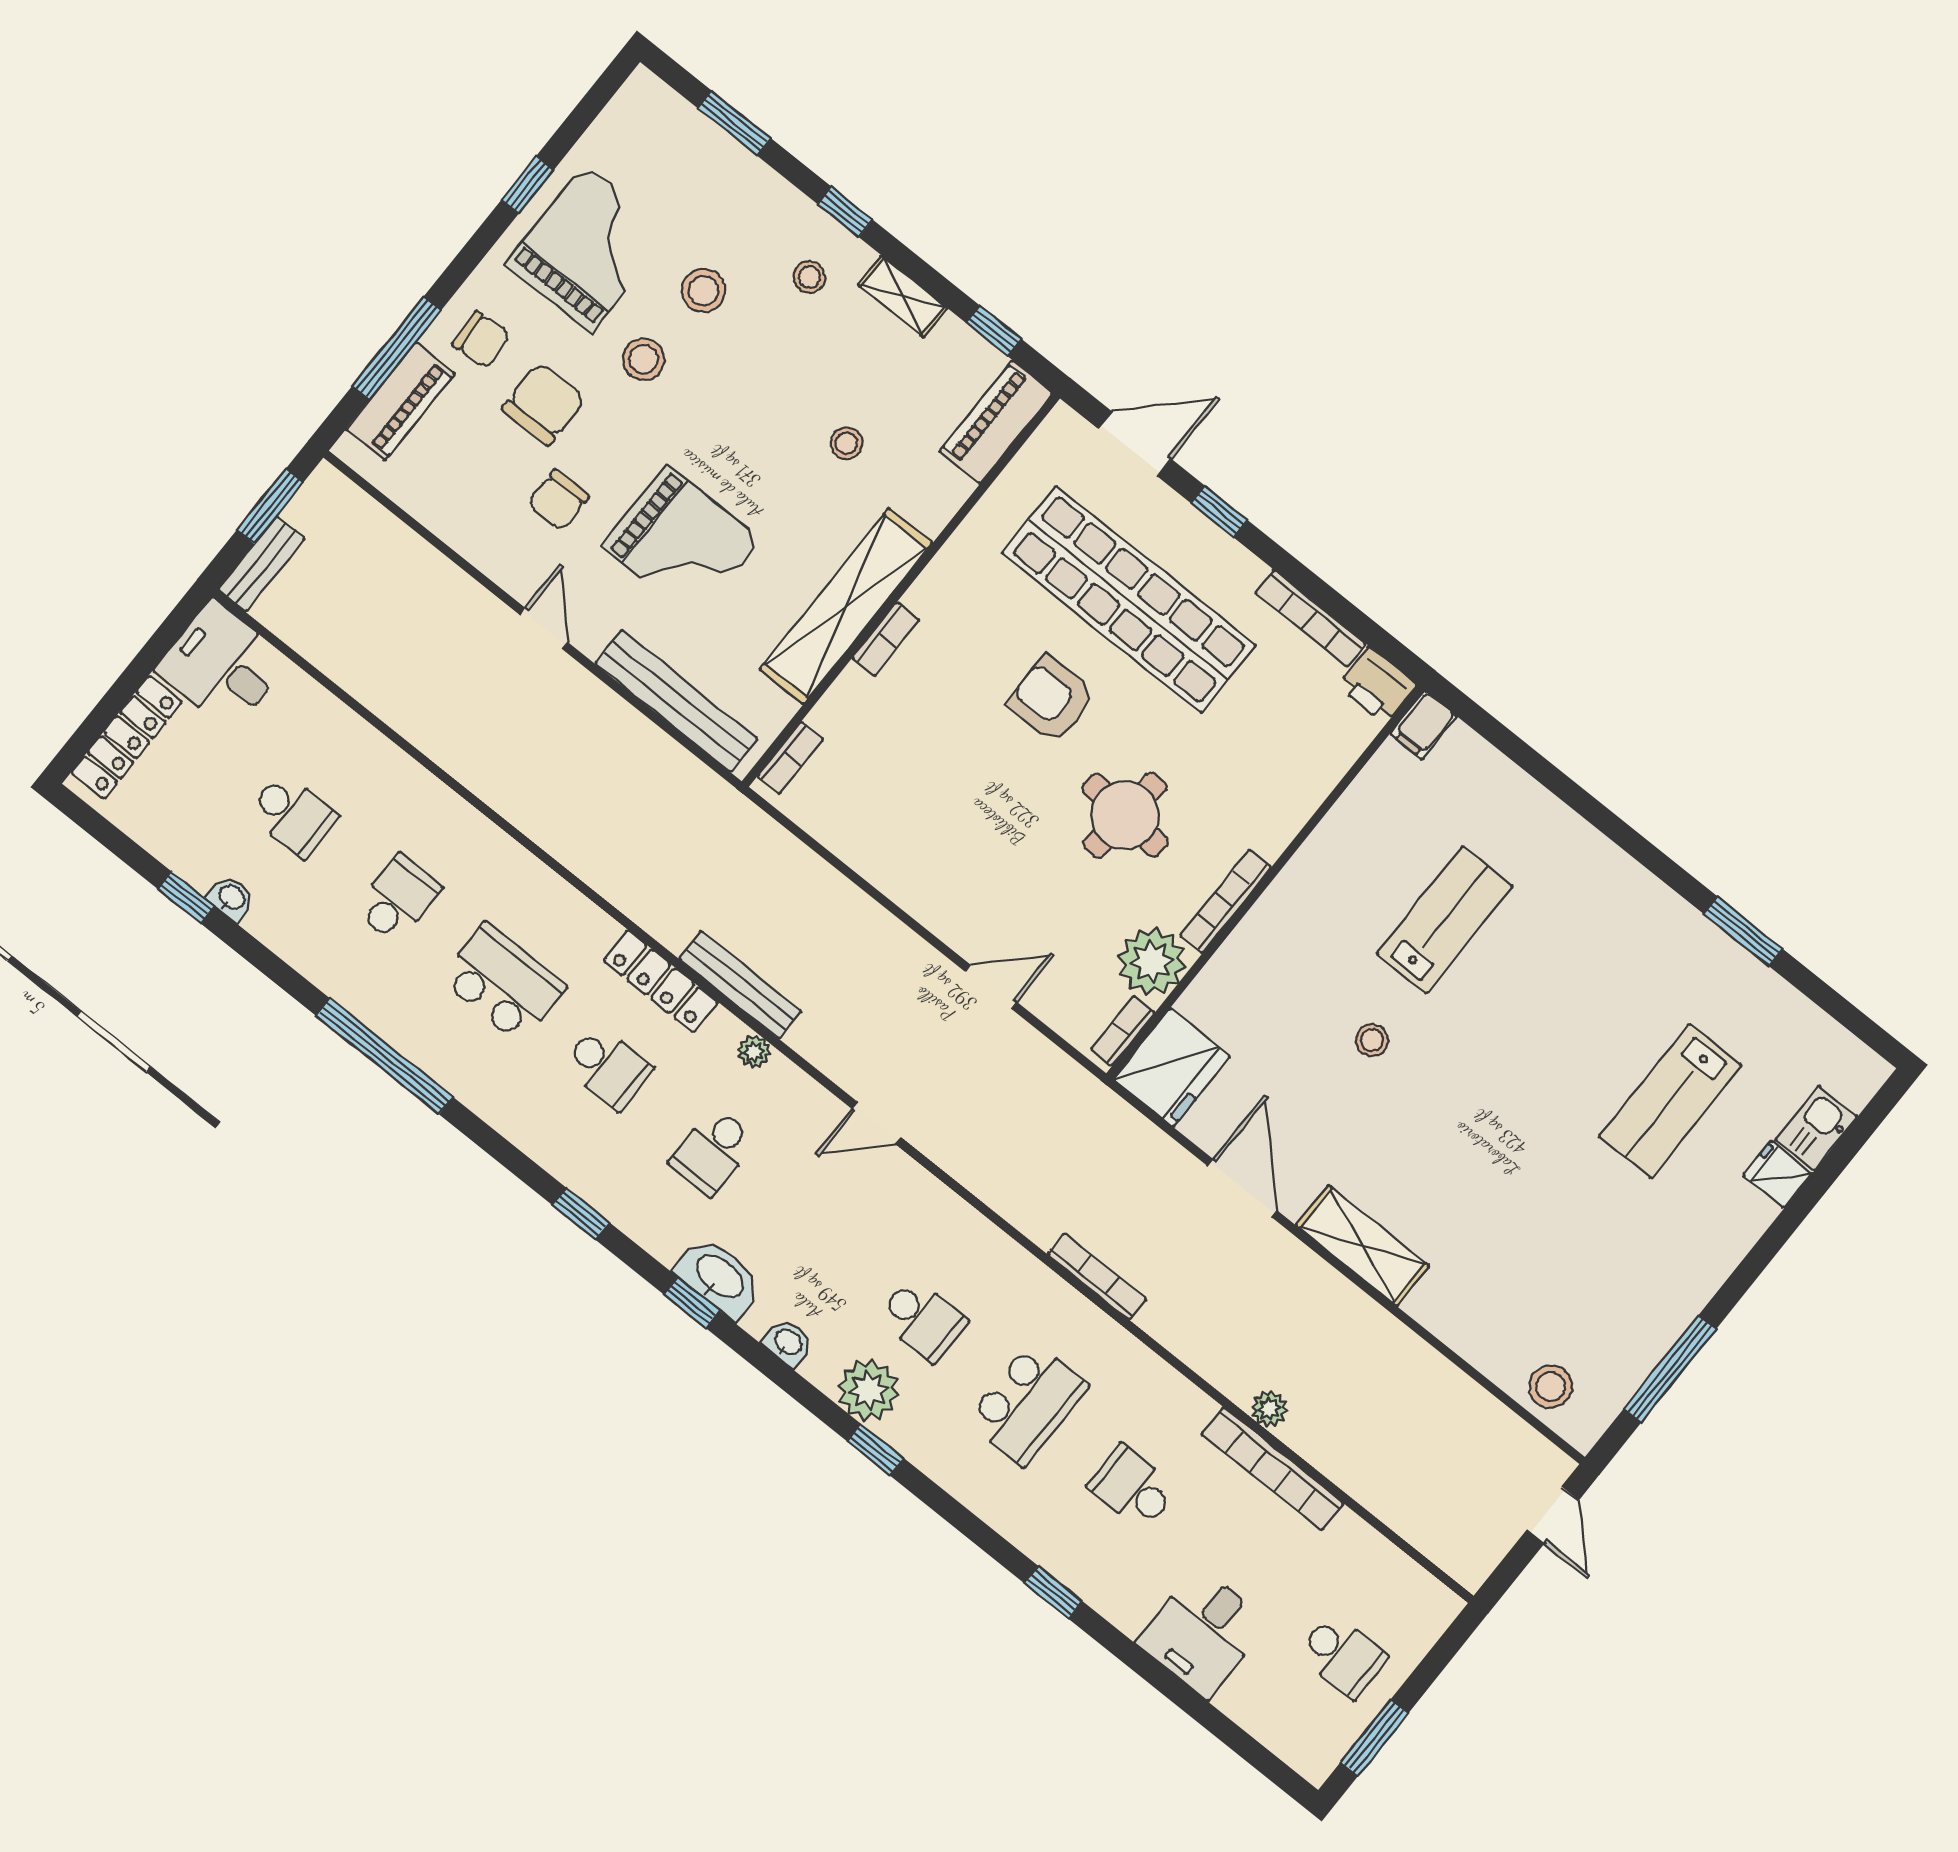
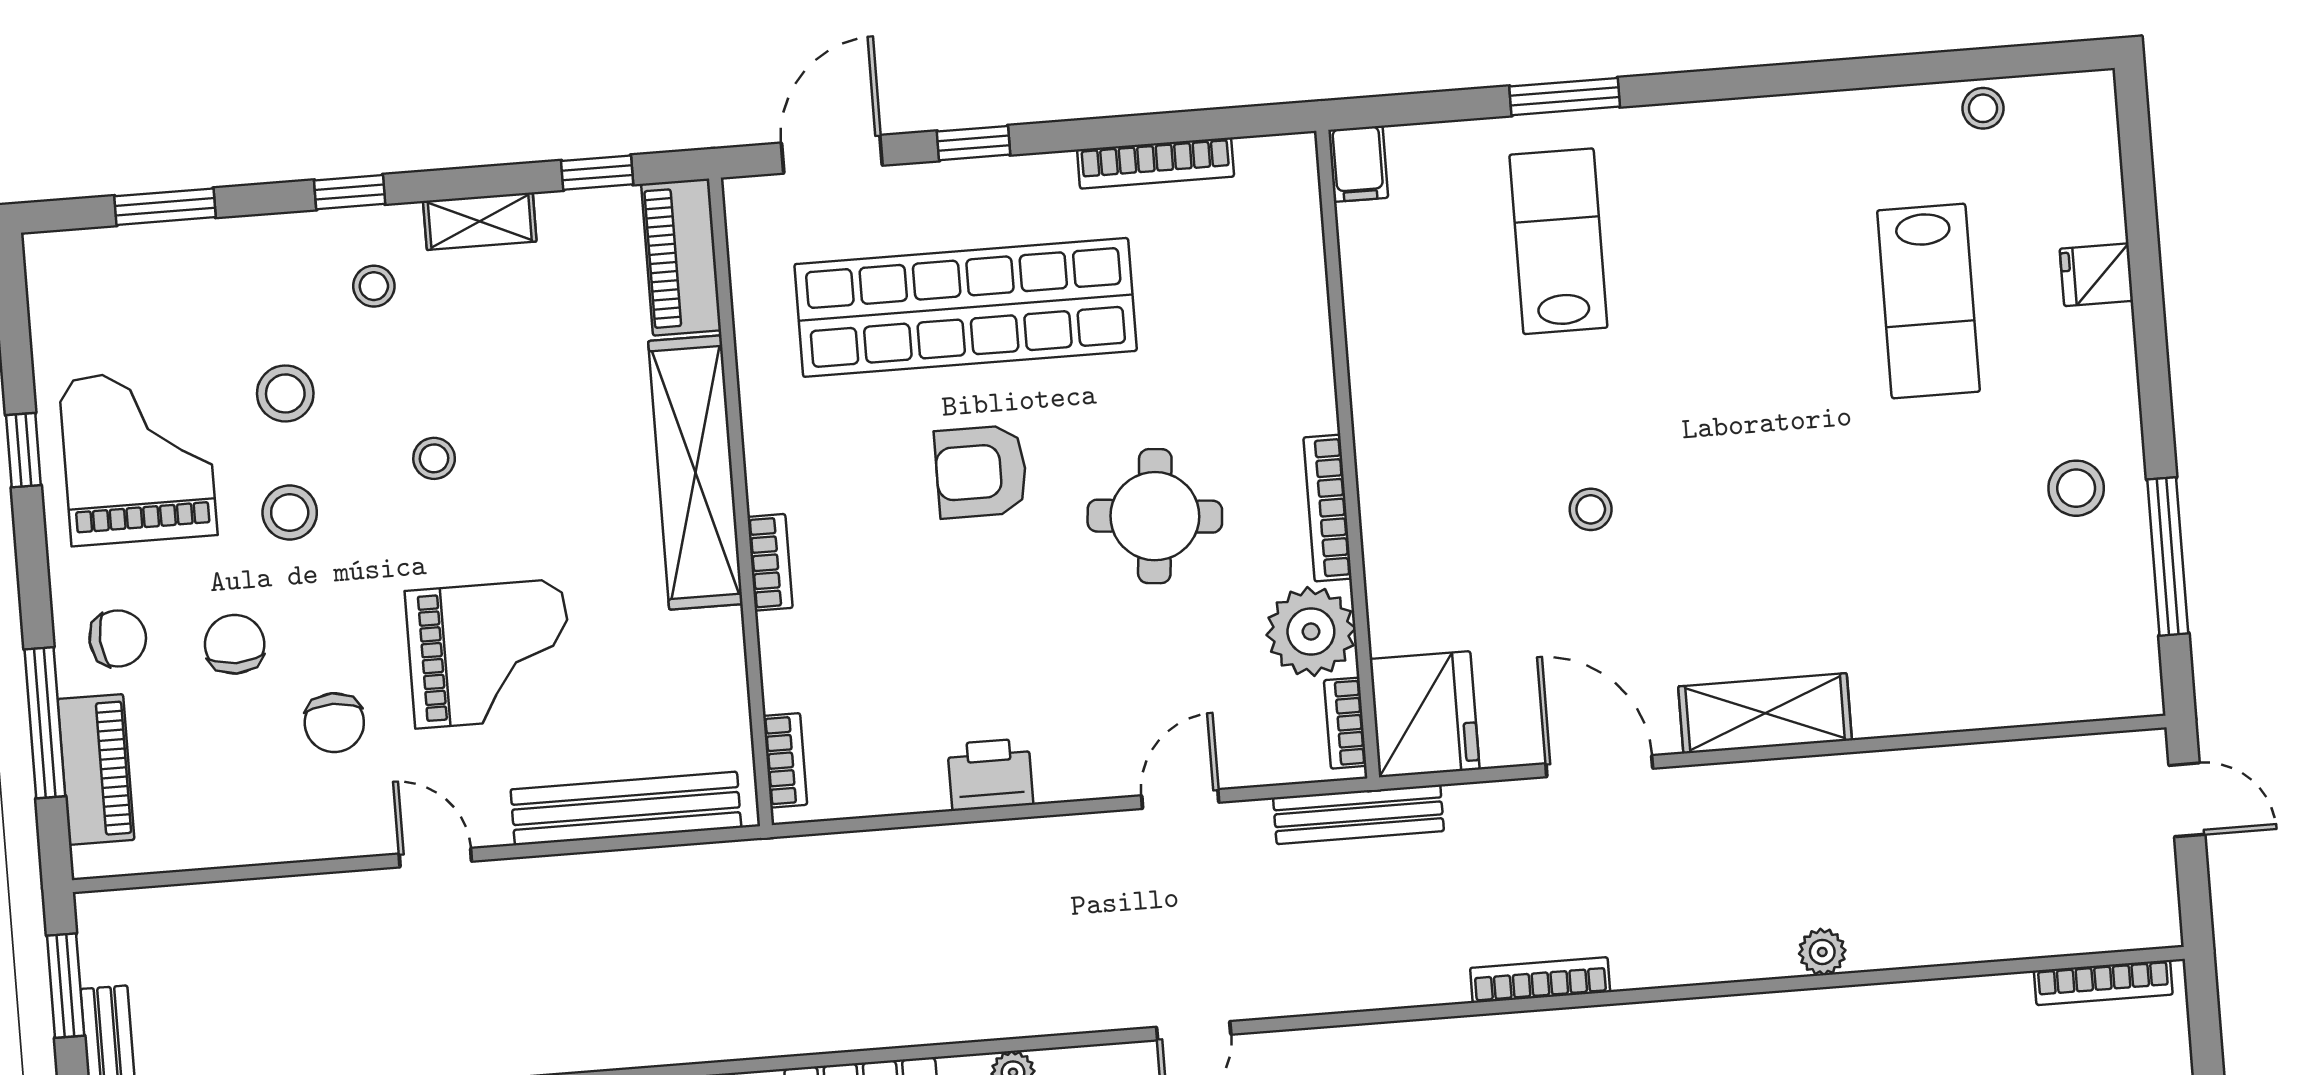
chair: (544, 404) -> (235, 644), width x0.73, depth x0.73
stool: (846, 443) -> (434, 458), moved
shelving: (846, 606) -> (695, 473), moved
printer: (1377, 685) -> (990, 774), moved, turned 180
lab bench: (1444, 920) -> (1558, 241), moved
window: (1743, 931) -> (1565, 97), moved
bench: (740, 985) -> (1358, 814), moved
stool: (1802, 1022) -> (1983, 108), added
kitchen sink: (1816, 1128) -> (2092, 196), removed
stool: (1551, 1387) -> (2076, 488), moved
bookcase: (1273, 1469) -> (2103, 983), moved, width x0.68, depth x0.76

